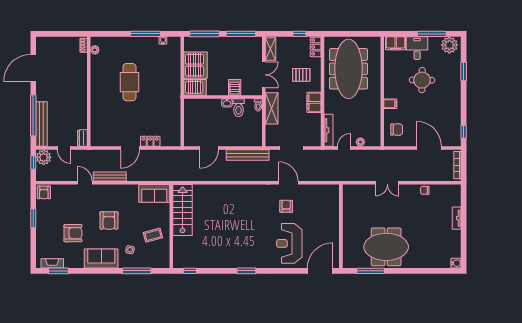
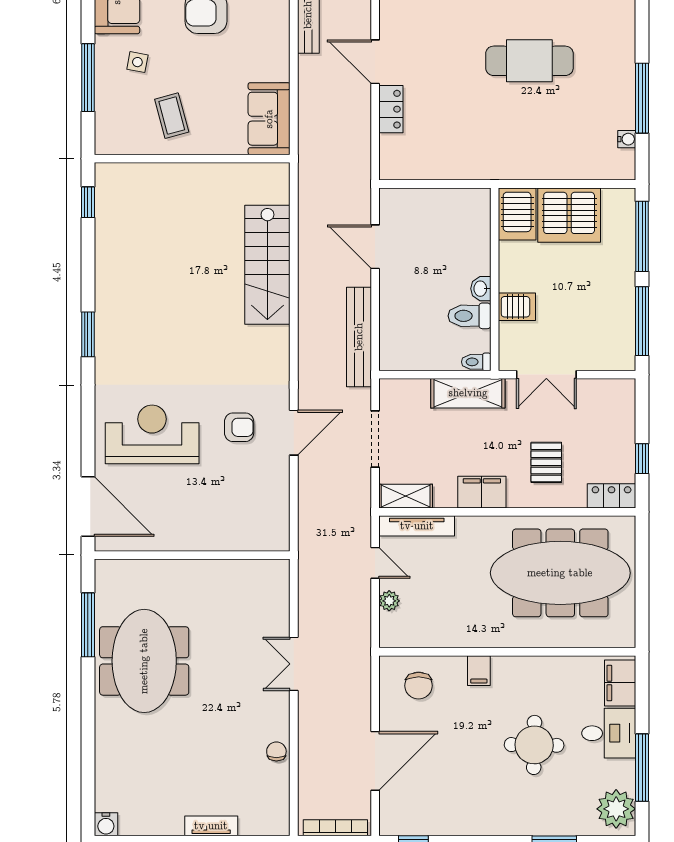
shelving: (270, 49) -> (406, 496), moved
stairs: (183, 210) -> (267, 265), moved, turned 90

